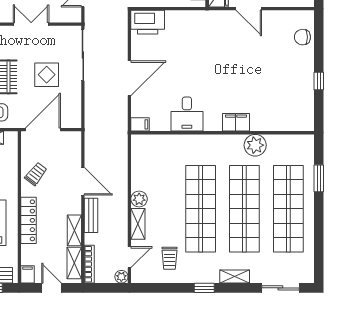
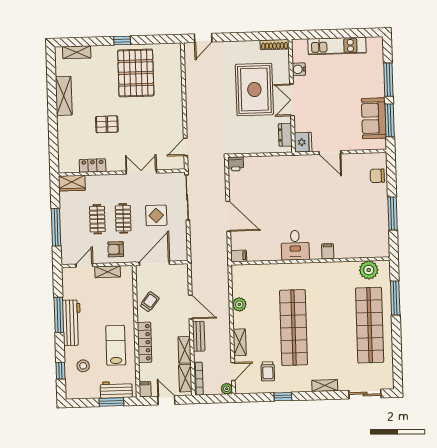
printer: (148, 22) -> (236, 164), width x0.53, depth x0.68
door: (129, 78) -> (228, 216), hinge flipped
window: (319, 81) -> (393, 213), width x2.17
desk: (187, 114) -> (295, 245), moved
filing cabinet: (236, 122) -> (328, 251), width x0.50
plant: (255, 145) -> (369, 270), moved
window: (319, 178) -> (395, 298), width x1.44
plant: (139, 199) -> (239, 304), moved
shop shelf: (244, 209) -> (332, 326), removed
window: (204, 288) -> (283, 397), moved

